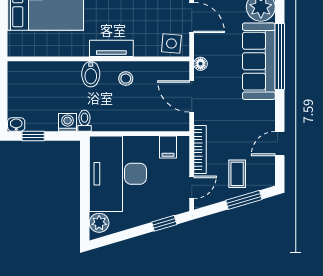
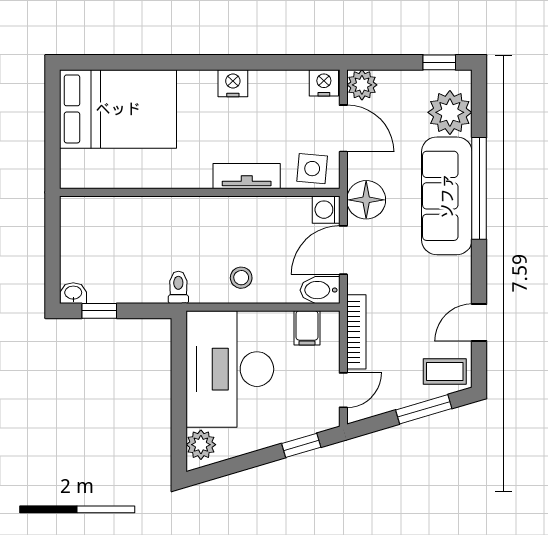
tv unit: (111, 48) -> (247, 176), moved
floor lamp: (201, 64) -> (366, 200), width x1.89, depth x1.89
bidet: (91, 74) -> (320, 290), moved, turned 90
stool: (126, 79) -> (241, 278), moved
door: (192, 96) -> (343, 250), hinge flipped
washing machine: (68, 122) -> (326, 210), moved, turned -90
coffee table: (237, 174) -> (445, 372), moved, turned 90

